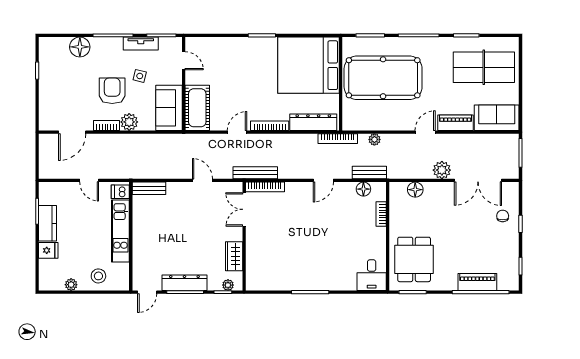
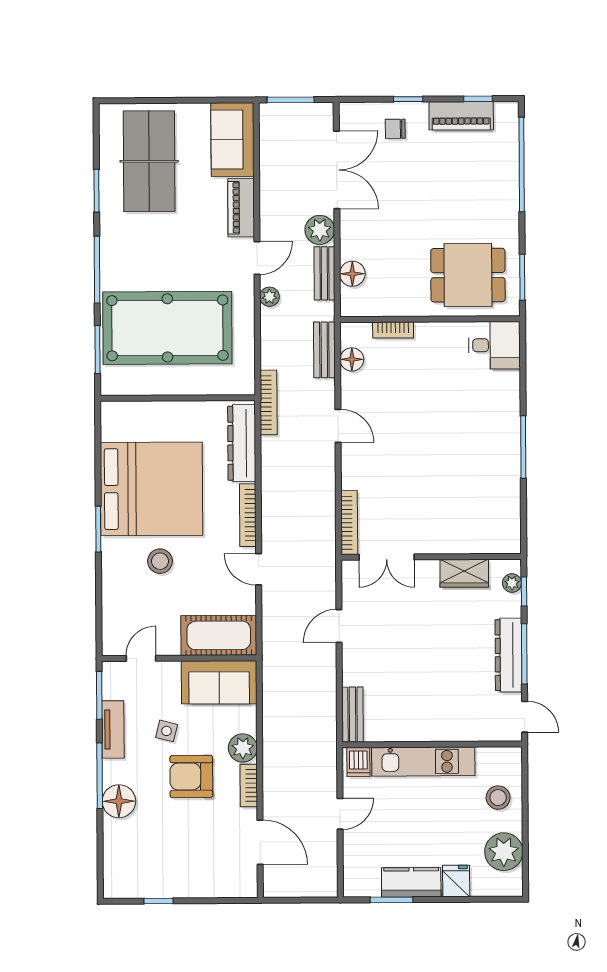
floor lamp: (80, 47) -> (119, 801), moved
bed: (308, 65) -> (152, 489), moved, turned -90
stool: (242, 73) -> (160, 561), added
pool table: (383, 78) -> (167, 328), turned 90
door: (425, 132) -> (257, 258), swing flipped
plant: (374, 139) -> (269, 297), moved
bench: (255, 173) -> (324, 273), moved, width x0.73
piano: (477, 282) -> (461, 116), moved, turned -90
plant: (71, 285) -> (504, 852), width x1.88, depth x1.88

